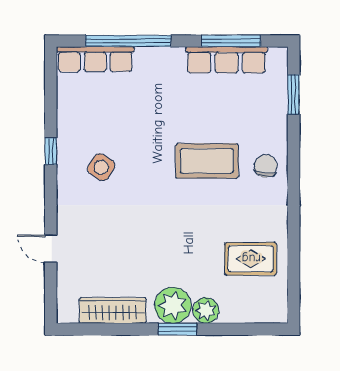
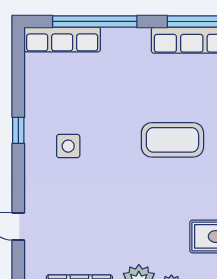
side table: (101, 167) -> (68, 146), turned -33

